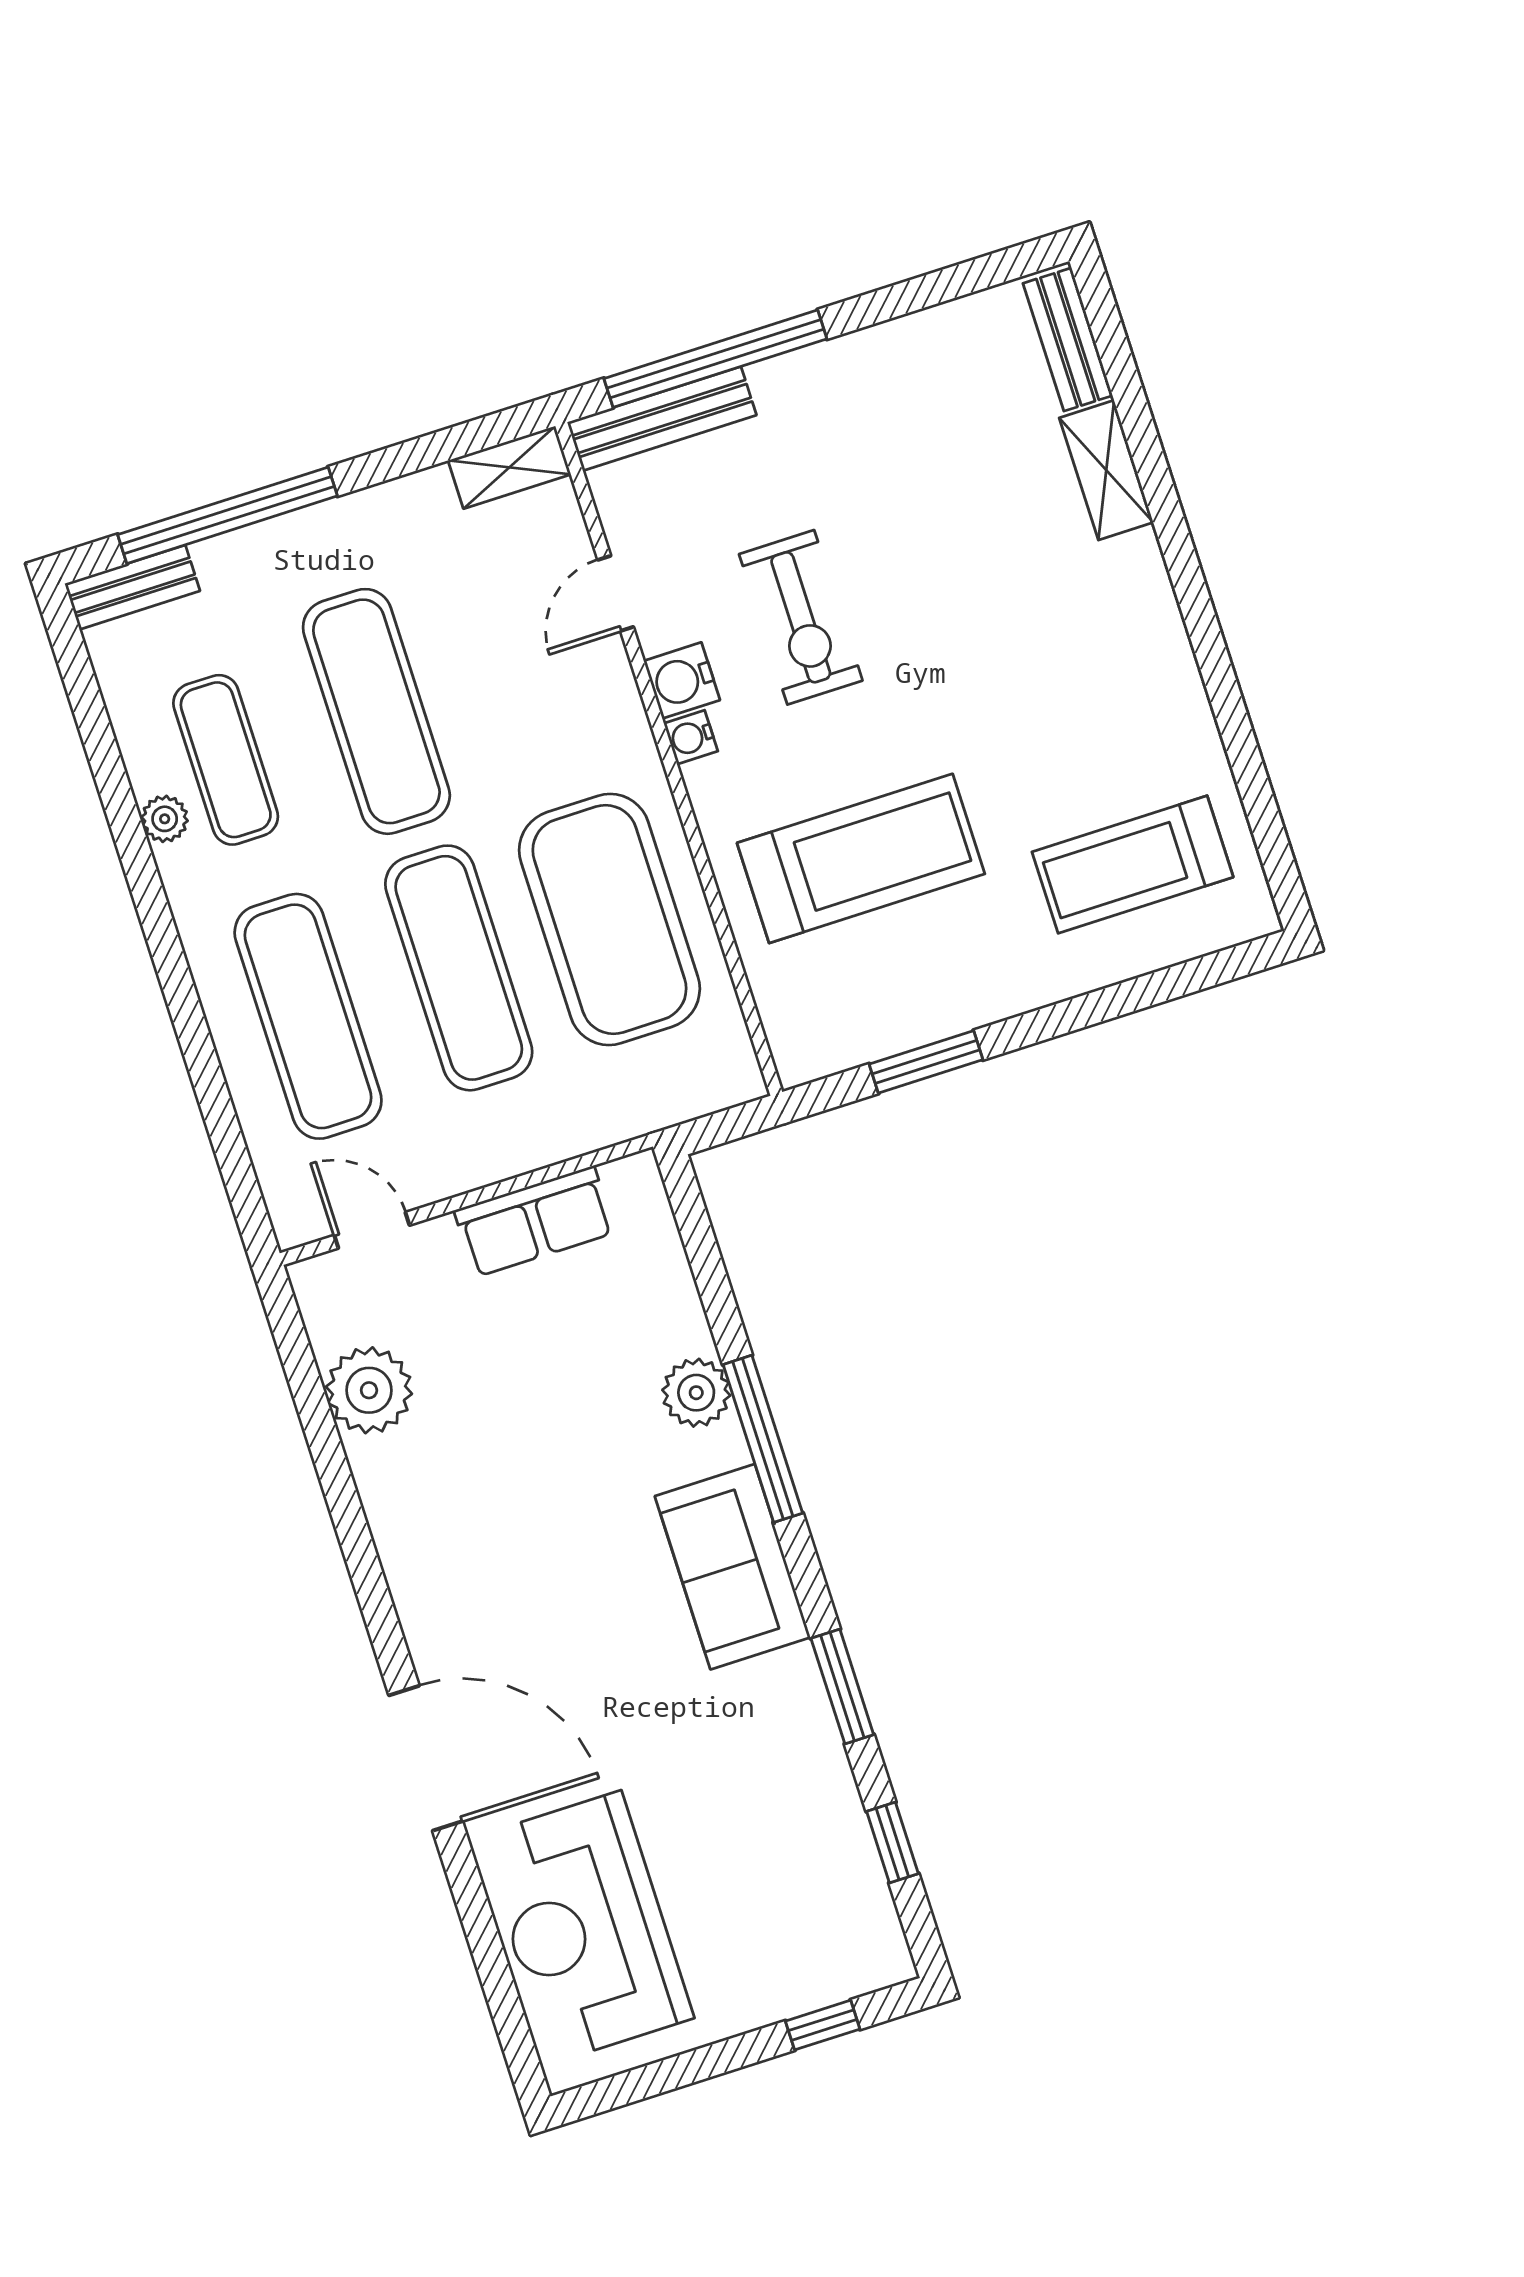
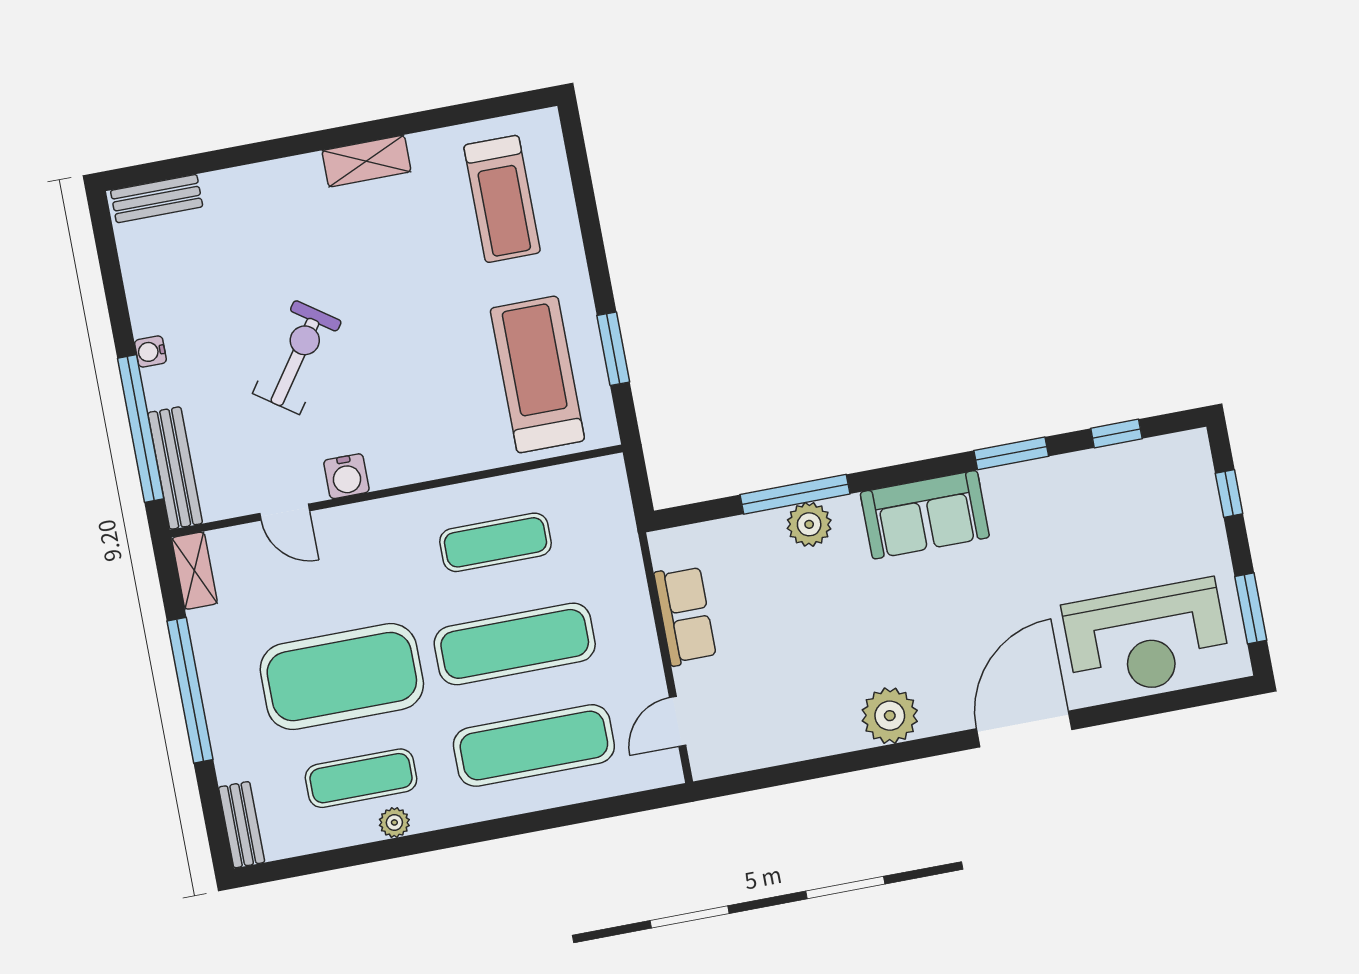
shelving: (1106, 470) -> (366, 161), moved
window: (227, 515) -> (190, 690), moved
exercise bike: (801, 617) -> (297, 357), moved, turned -55
exercise mat: (376, 711) -> (342, 677), width x1.47
water cooler: (691, 737) -> (150, 351), moved, turned 90
treadmill: (861, 858) -> (537, 374), moved
exercise mat: (609, 920) -> (495, 542), width x0.50, depth x0.69
plant: (369, 1390) -> (890, 716), moved
window: (763, 1439) -> (795, 494), moved
window: (652, 2080) -> (1251, 608), added

